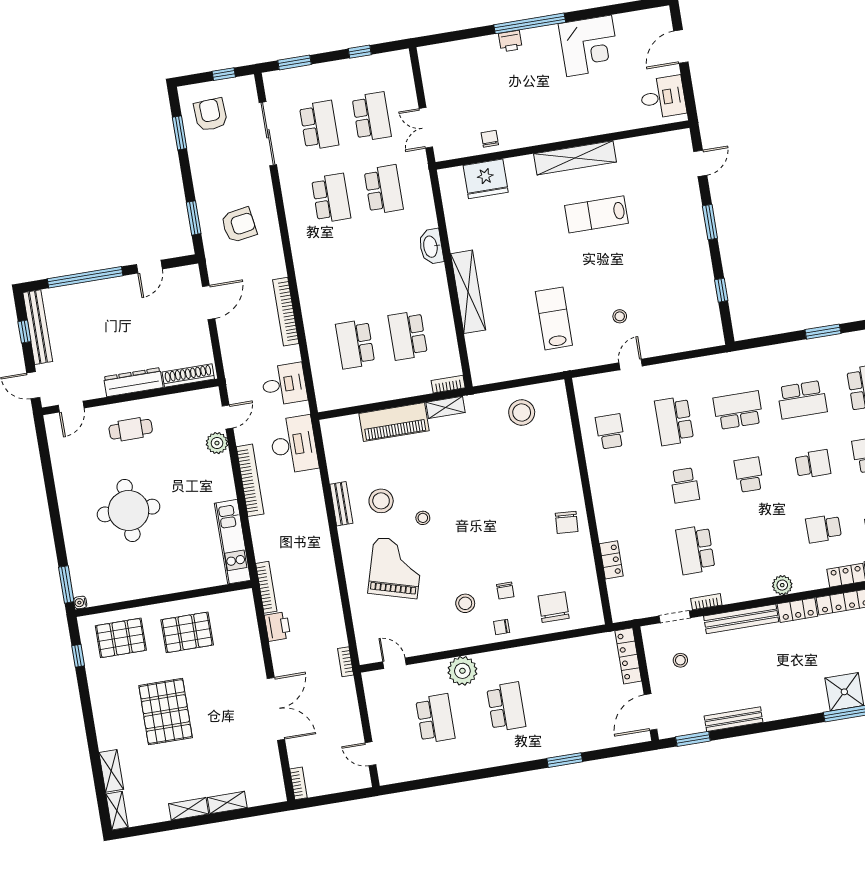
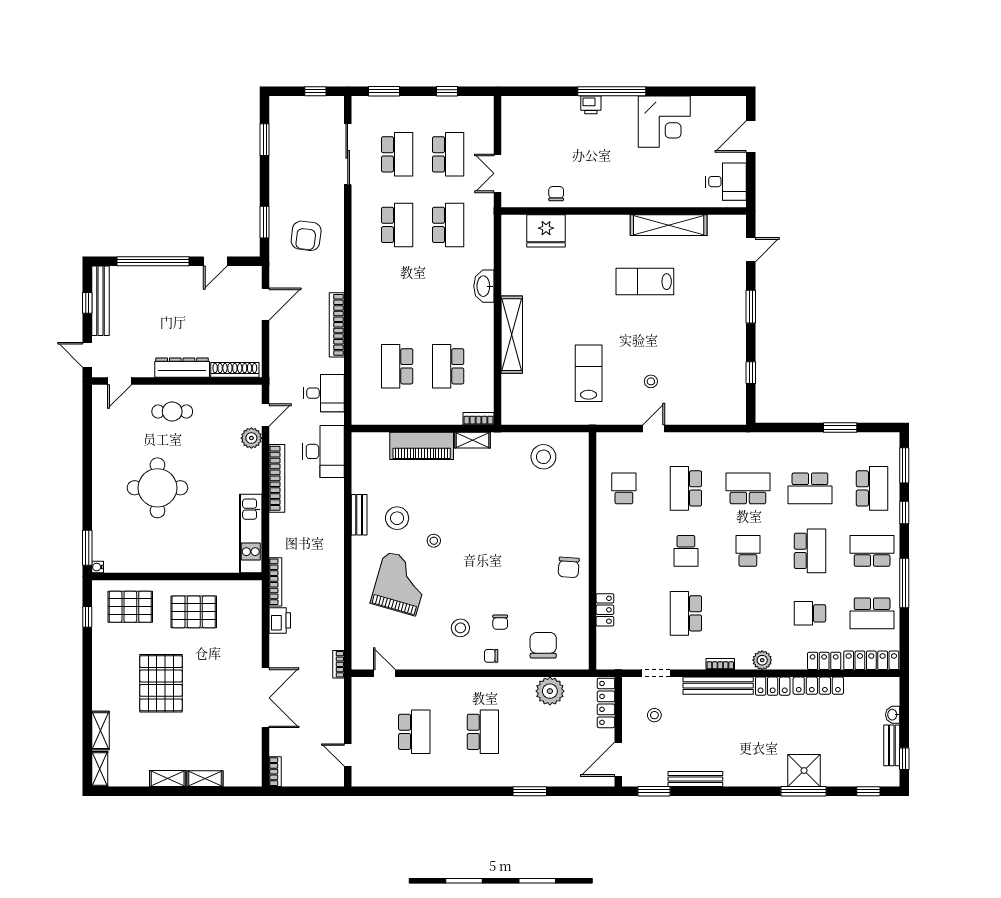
armchair: (211, 114) -> (297, 127), removed
shelving: (575, 158) -> (669, 225), moved
armchair: (239, 225) -> (306, 236), turned 106
school desk: (813, 464) -> (810, 551), width x1.85
bookcase: (706, 602) -> (720, 664), moved
plant: (462, 671) -> (550, 691), moved

